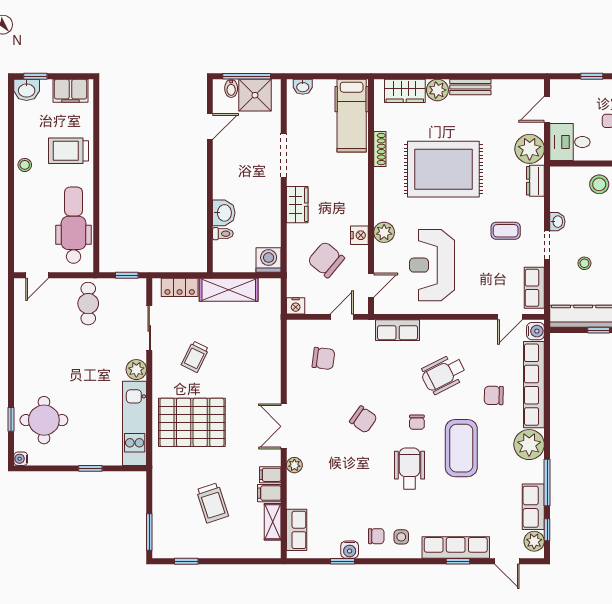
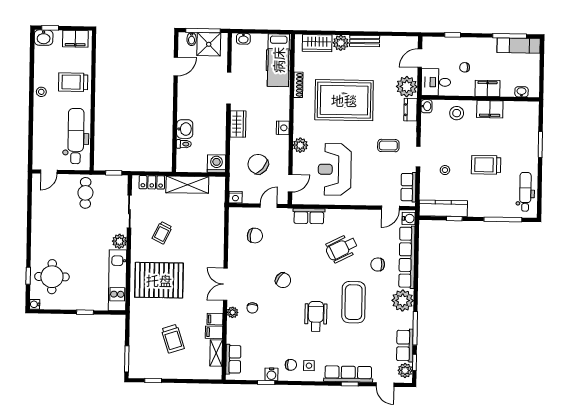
washbasin: (557, 222) -> (426, 106), moved
nightstand: (359, 235) -> (283, 128), moved
chair: (417, 422) -> (252, 308), moved

